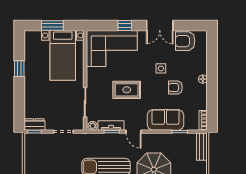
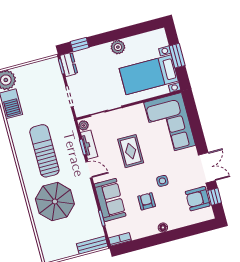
window: (125, 25) -> (215, 197), moved
double door: (160, 25) -> (207, 168), swing flipped
armchair: (185, 41) -> (198, 199), turned -90
window: (19, 69) -> (80, 45), moved
plant: (31, 76) -> (118, 47), added
door: (134, 132) -> (89, 170), swing flipped

